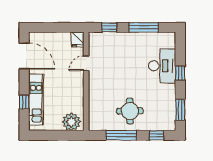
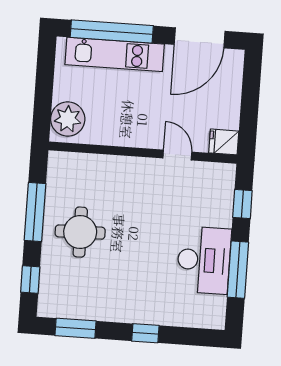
desk: (162, 66) -> (204, 260), moved, turned -90
window: (24, 102) -> (112, 32), width x3.17

